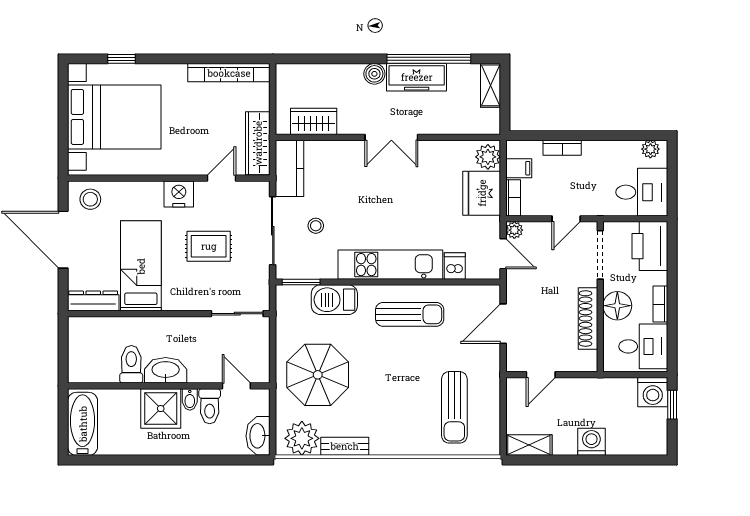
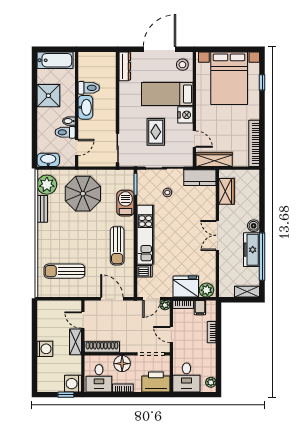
bed: (141, 266) -> (167, 94), moved, turned 180
shoe rack: (588, 319) -> (102, 347), moved
shower: (161, 409) -> (48, 96), moved
shelving: (529, 445) -> (76, 342), moved

